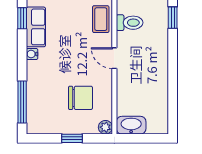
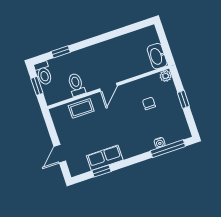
water cooler: (32, 54) -> (160, 143), moved
chair: (81, 98) -> (149, 103), width x0.54, depth x0.54

